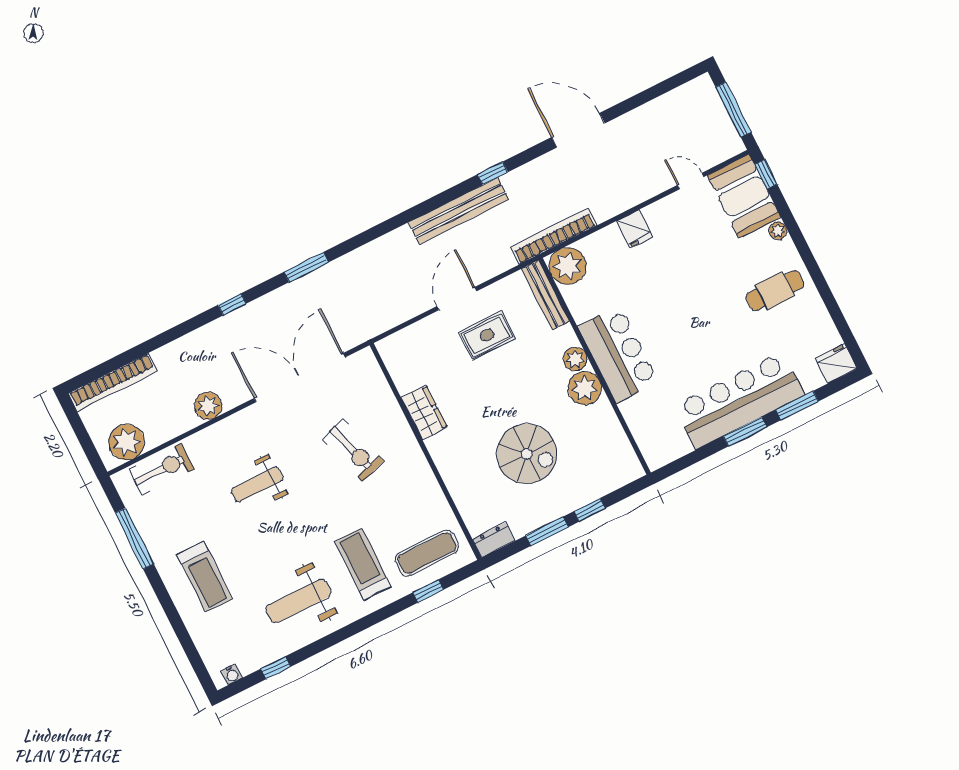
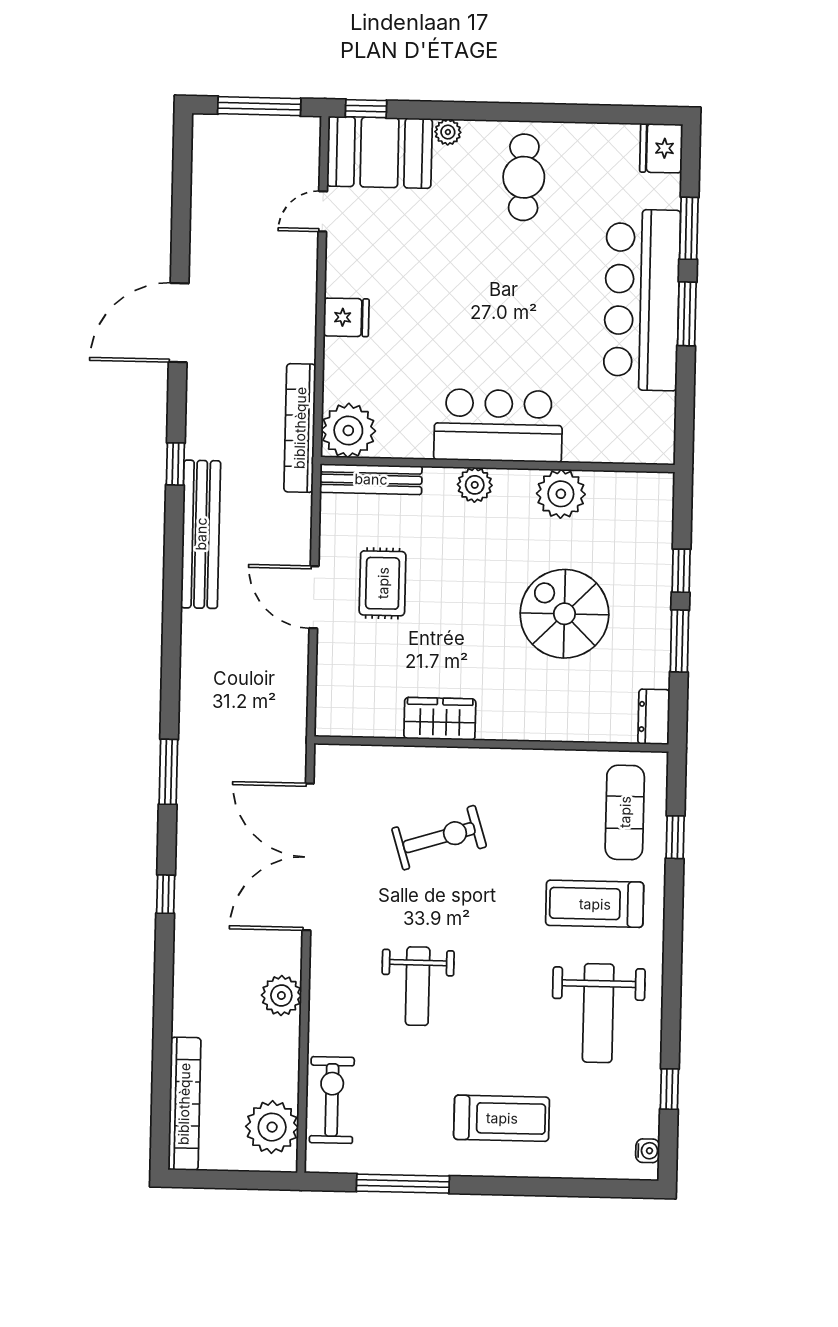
plant: (585, 388) -> (561, 494), moved
spiral stairs: (527, 454) -> (564, 614), turned -90

